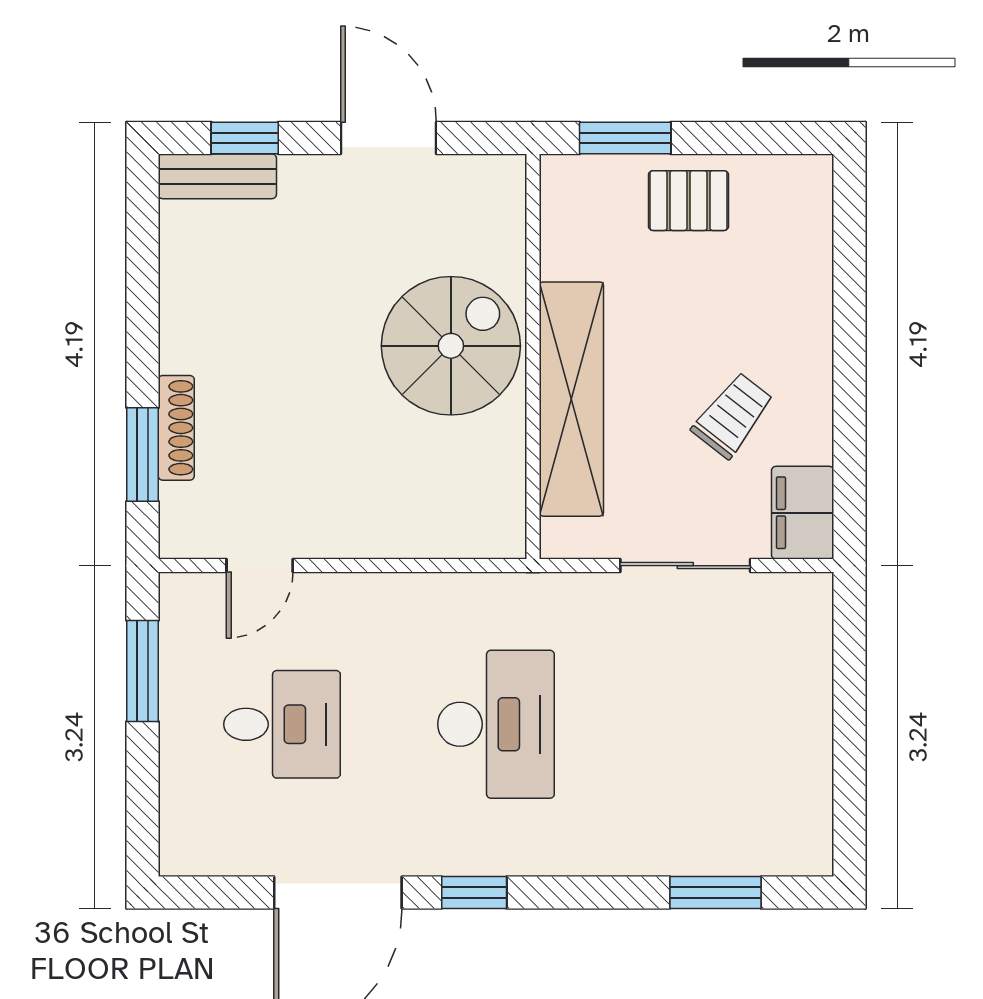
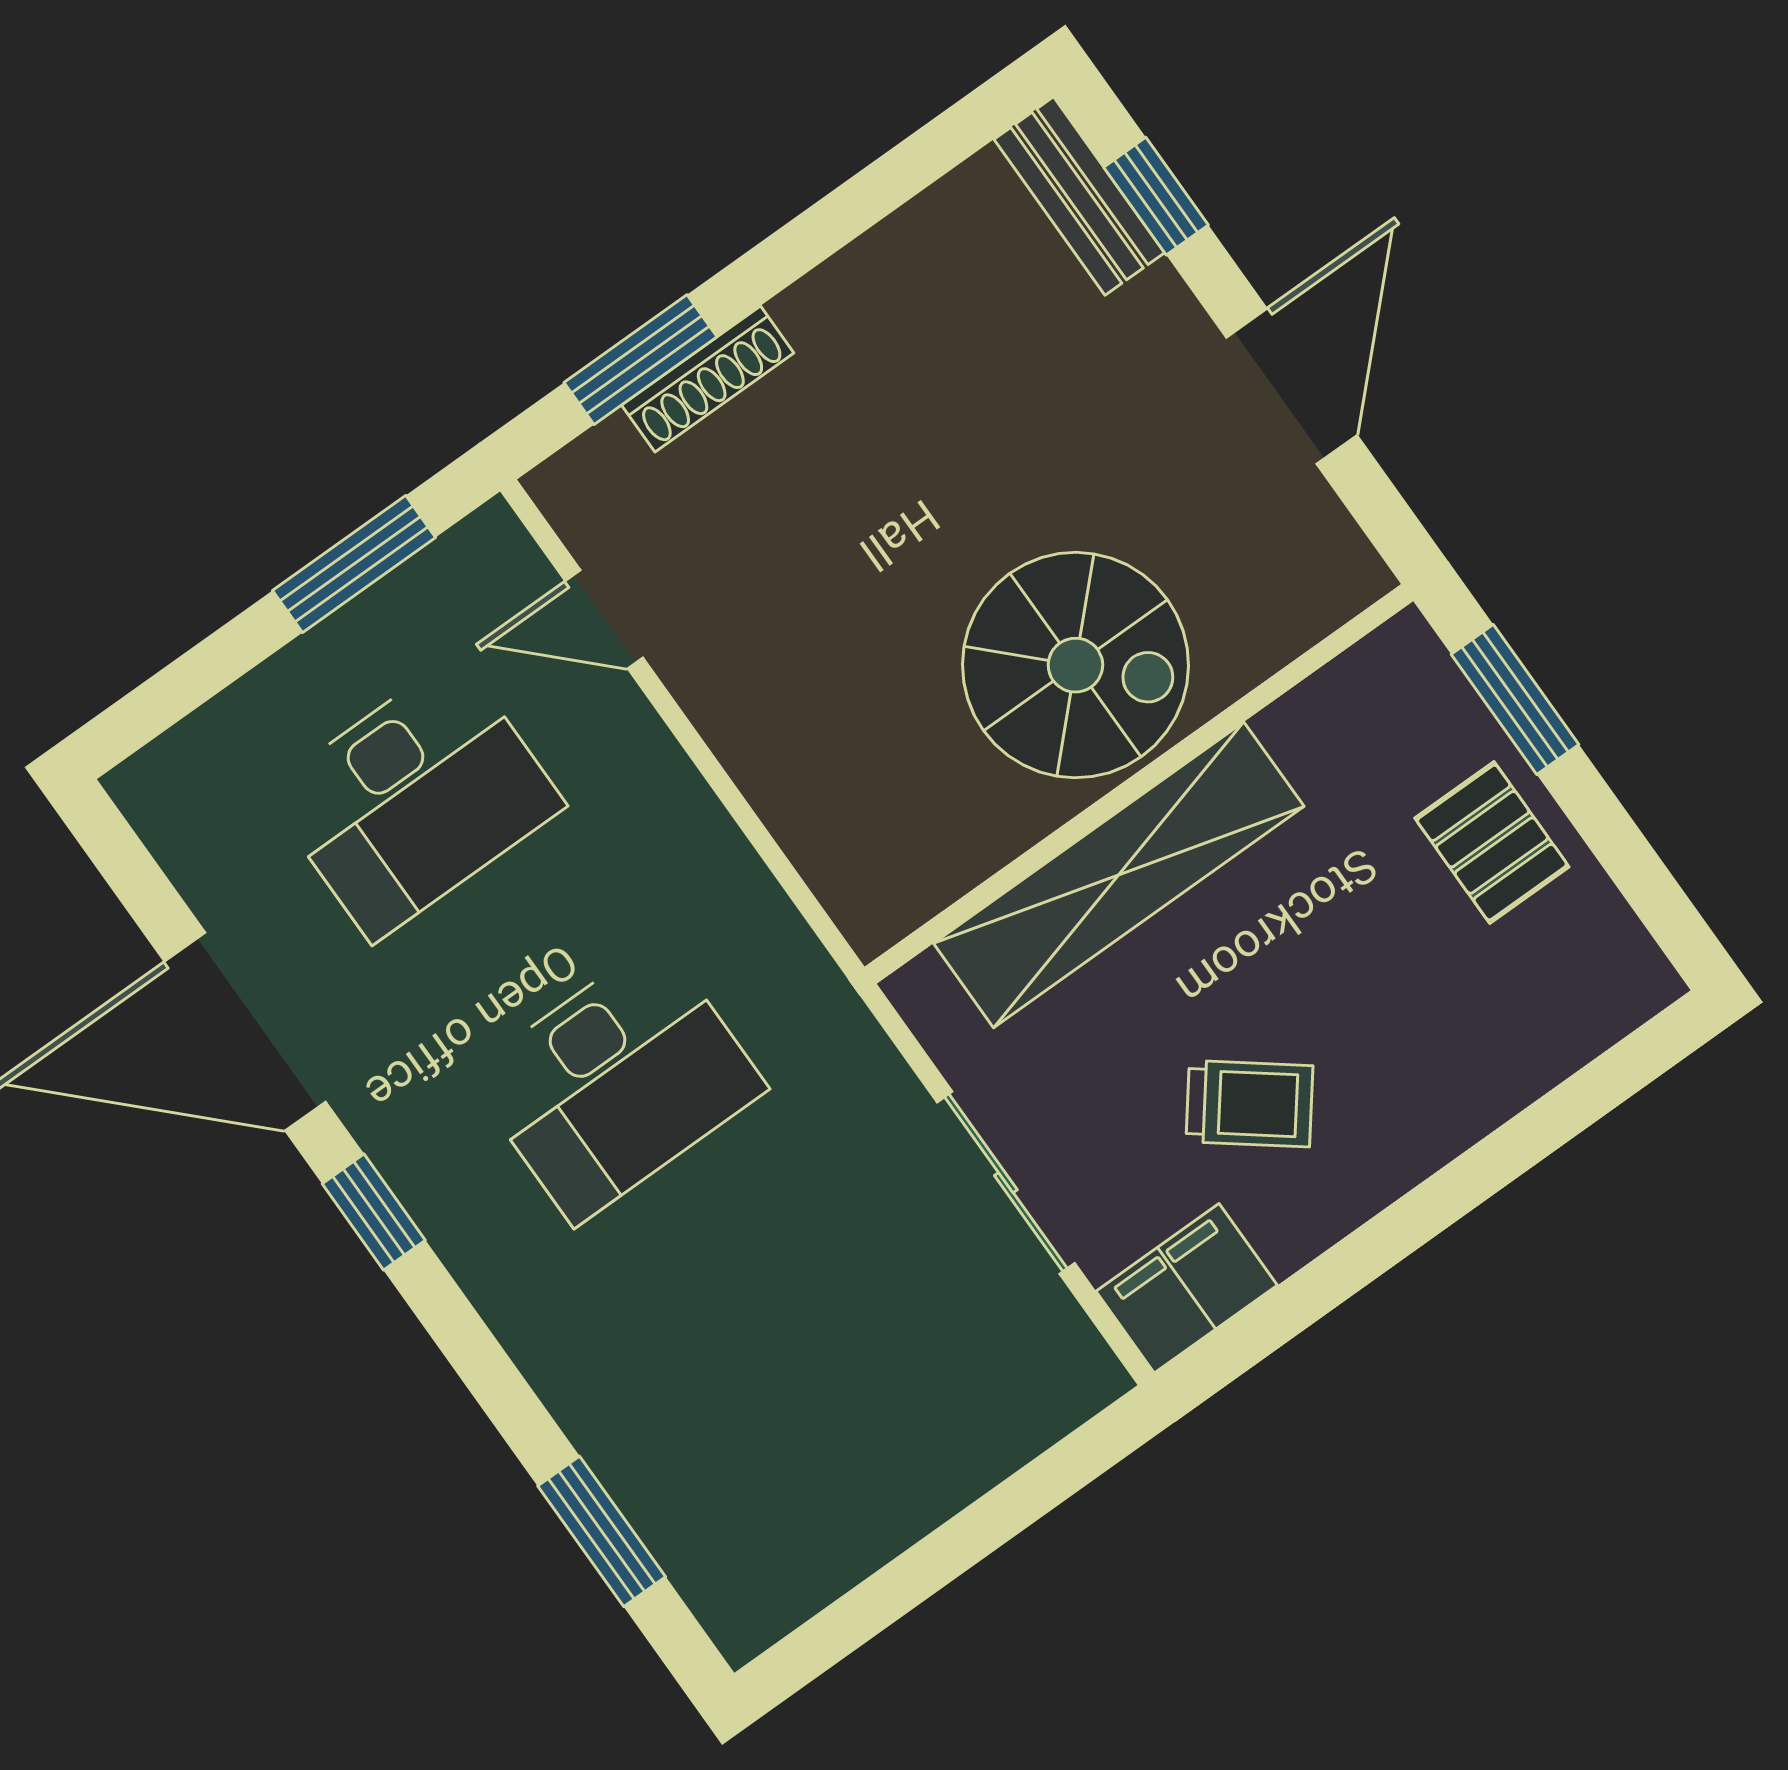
desk: (282, 724) -> (415, 799), width x1.37

